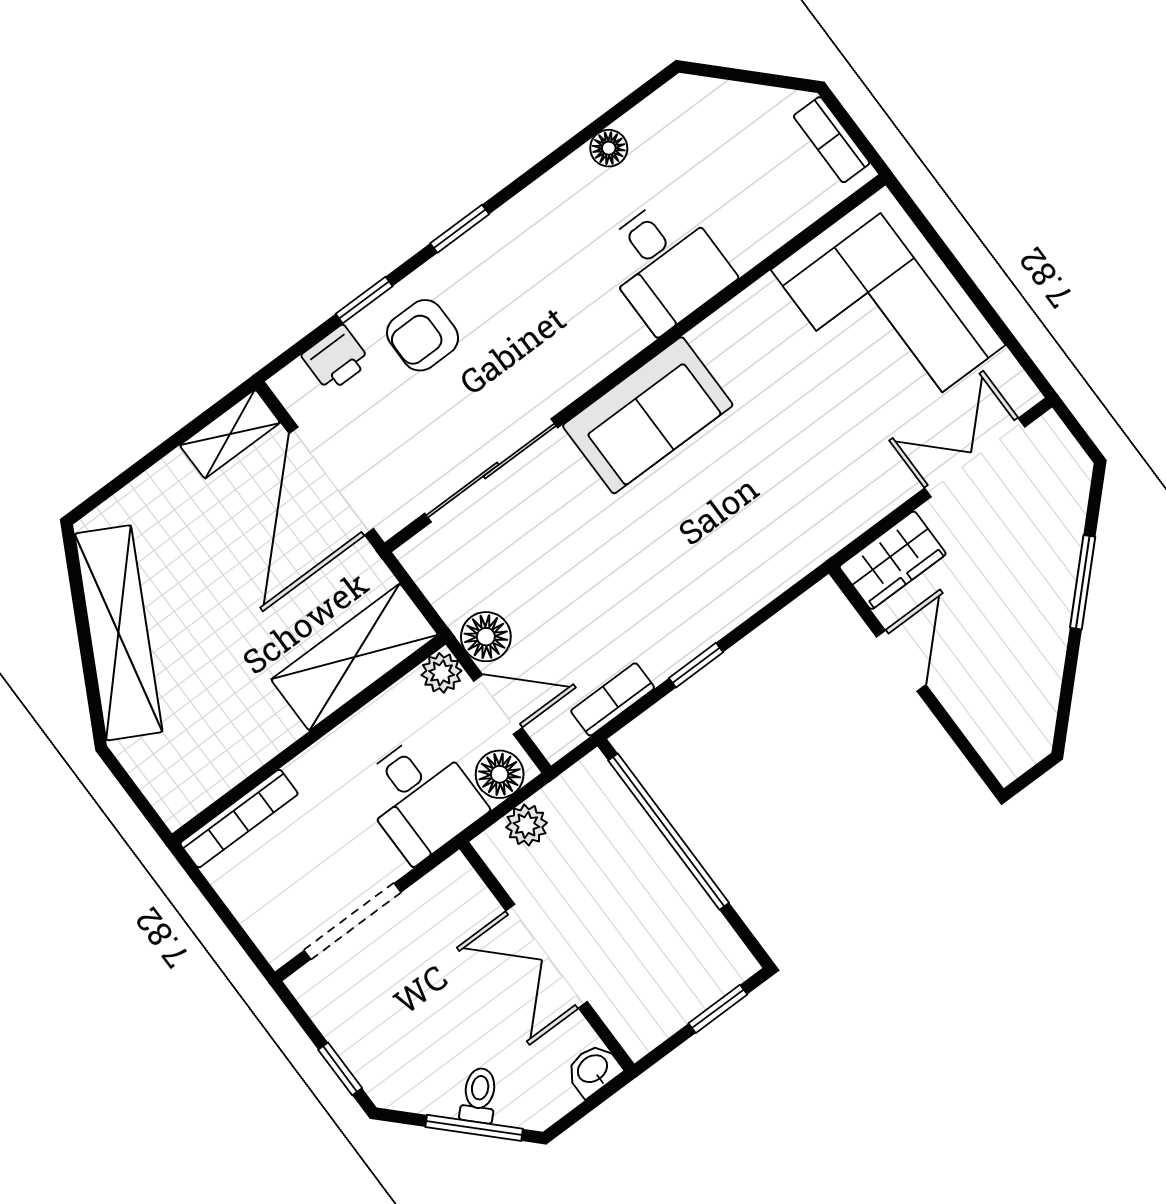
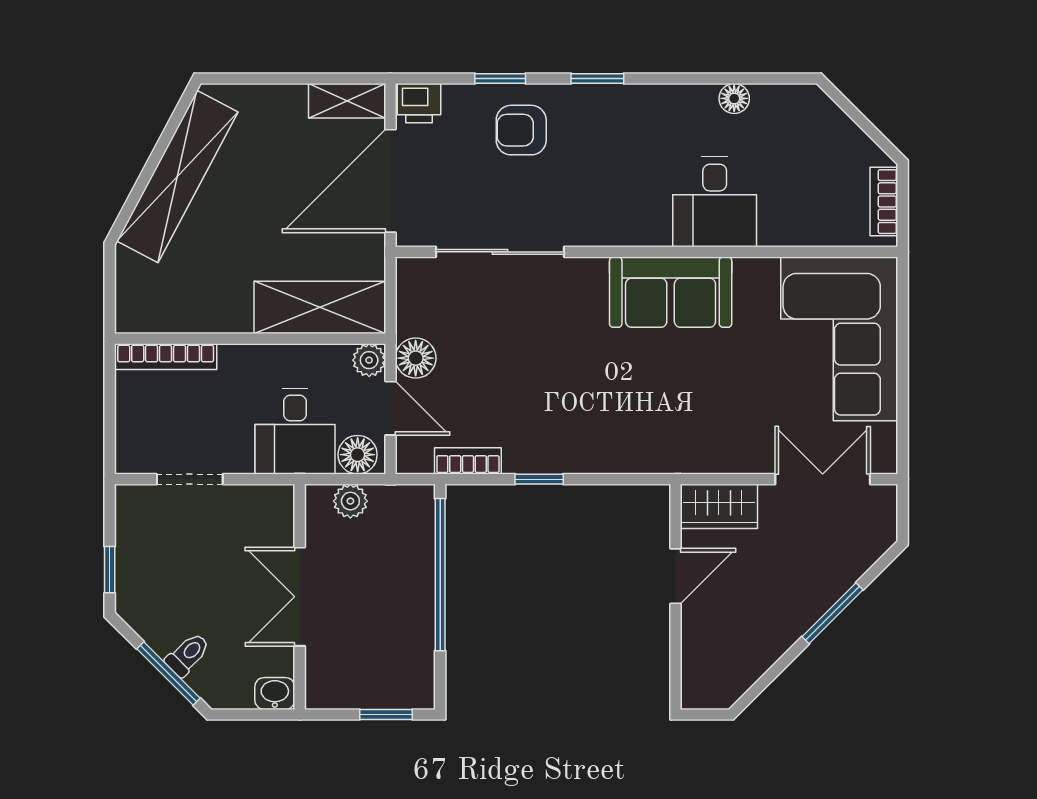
printer: (336, 359) -> (419, 103), moved
sofa: (648, 415) -> (671, 292), moved
doorway: (352, 921) -> (190, 479), width x0.73

